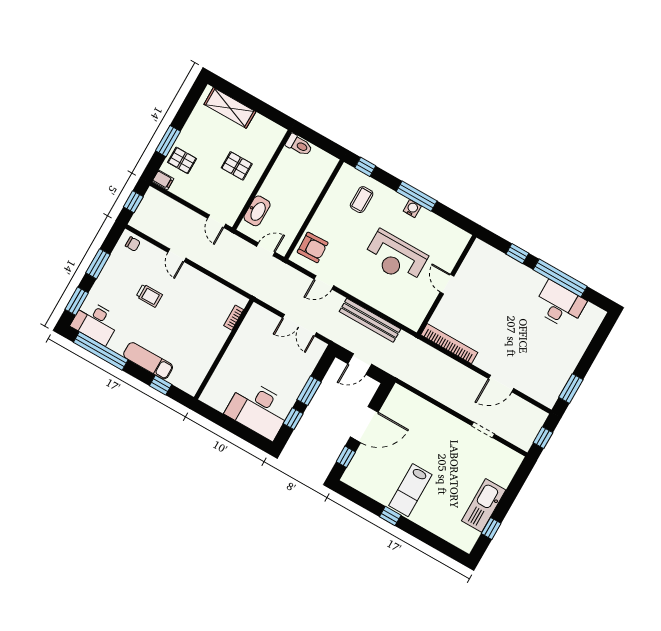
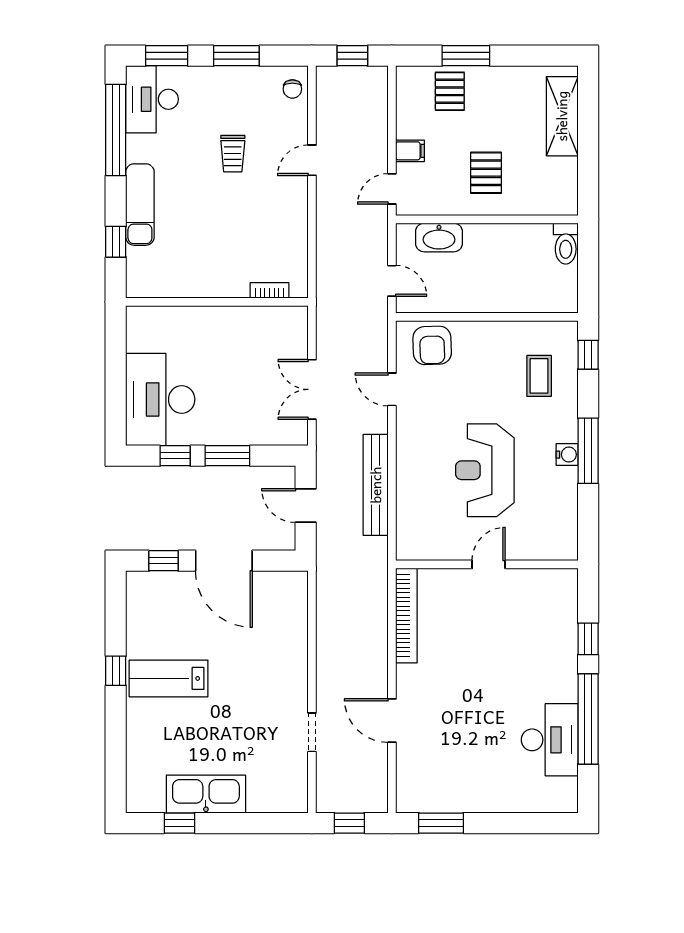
filing cabinet: (163, 180) -> (410, 151), moved, turned -90
coffee table: (362, 200) -> (539, 376), turned 90

